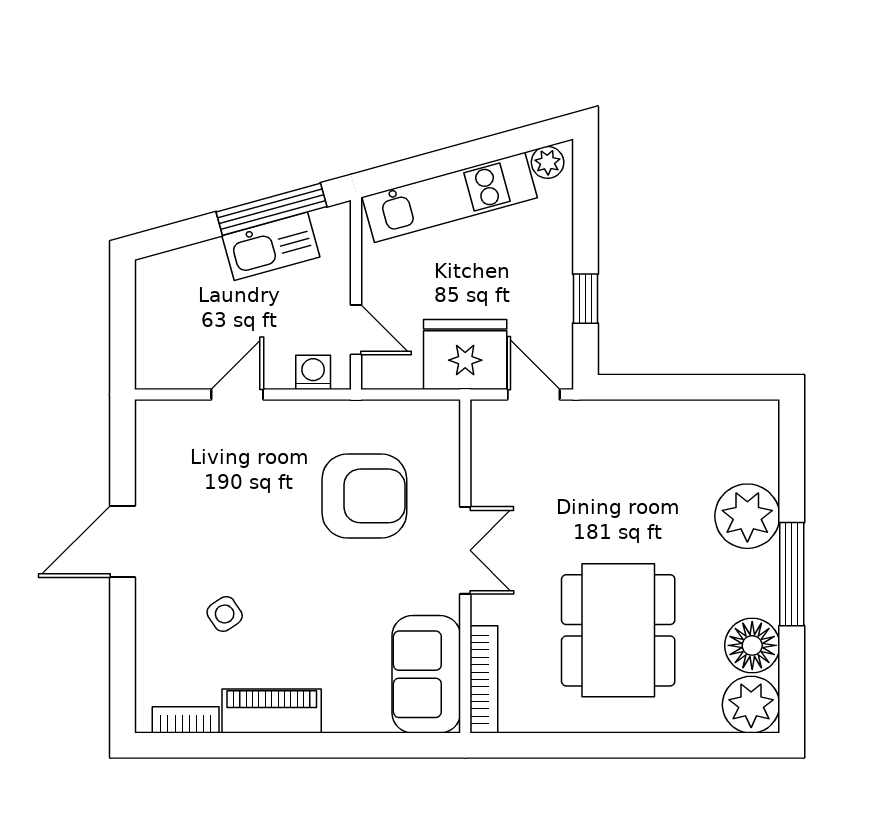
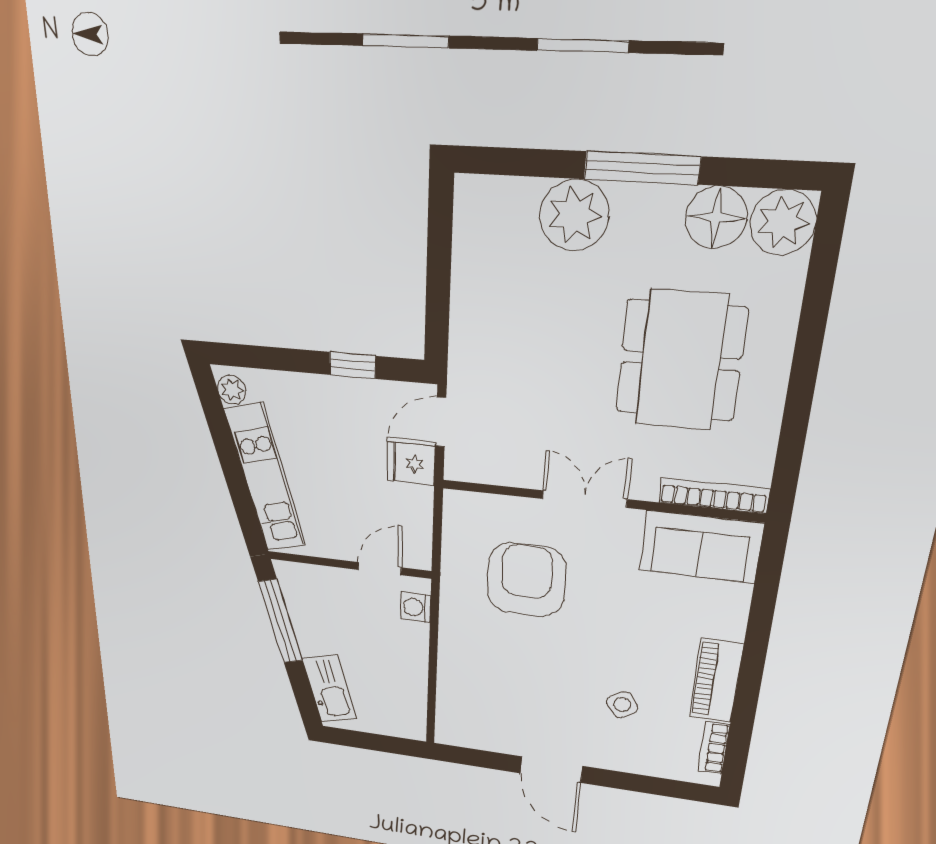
kitchen sink: (271, 246) -> (330, 689), moved
fridge: (465, 354) -> (411, 463), width x0.53, depth x0.75
door: (237, 395) -> (433, 668), removed
dining table: (618, 630) -> (681, 361), turned 90

